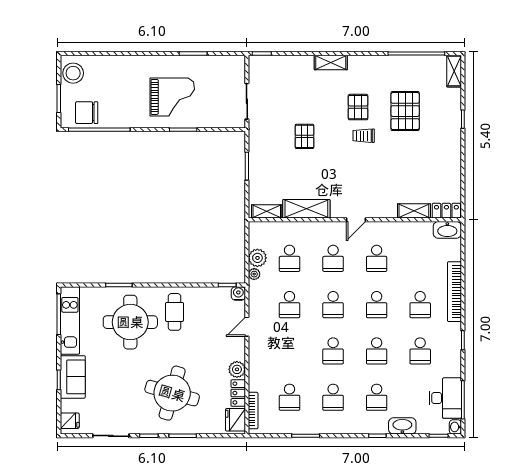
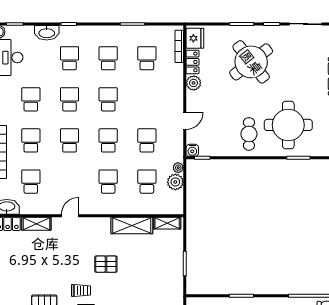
pallet: (304, 136) -> (106, 264), moved, turned 90
door: (356, 220) -> (70, 216), moved
school desk: (377, 258) -> (31, 182), moved
round table: (172, 393) -> (251, 62), turned 36

